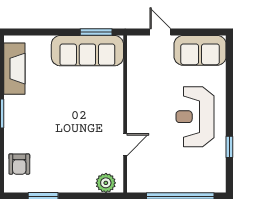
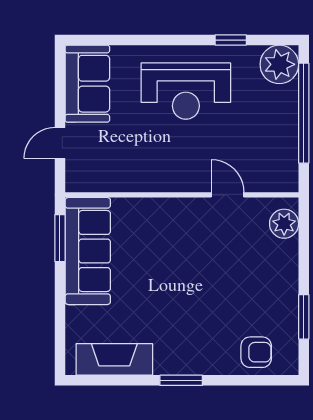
plant: (213, 180) -> (279, 64), added

